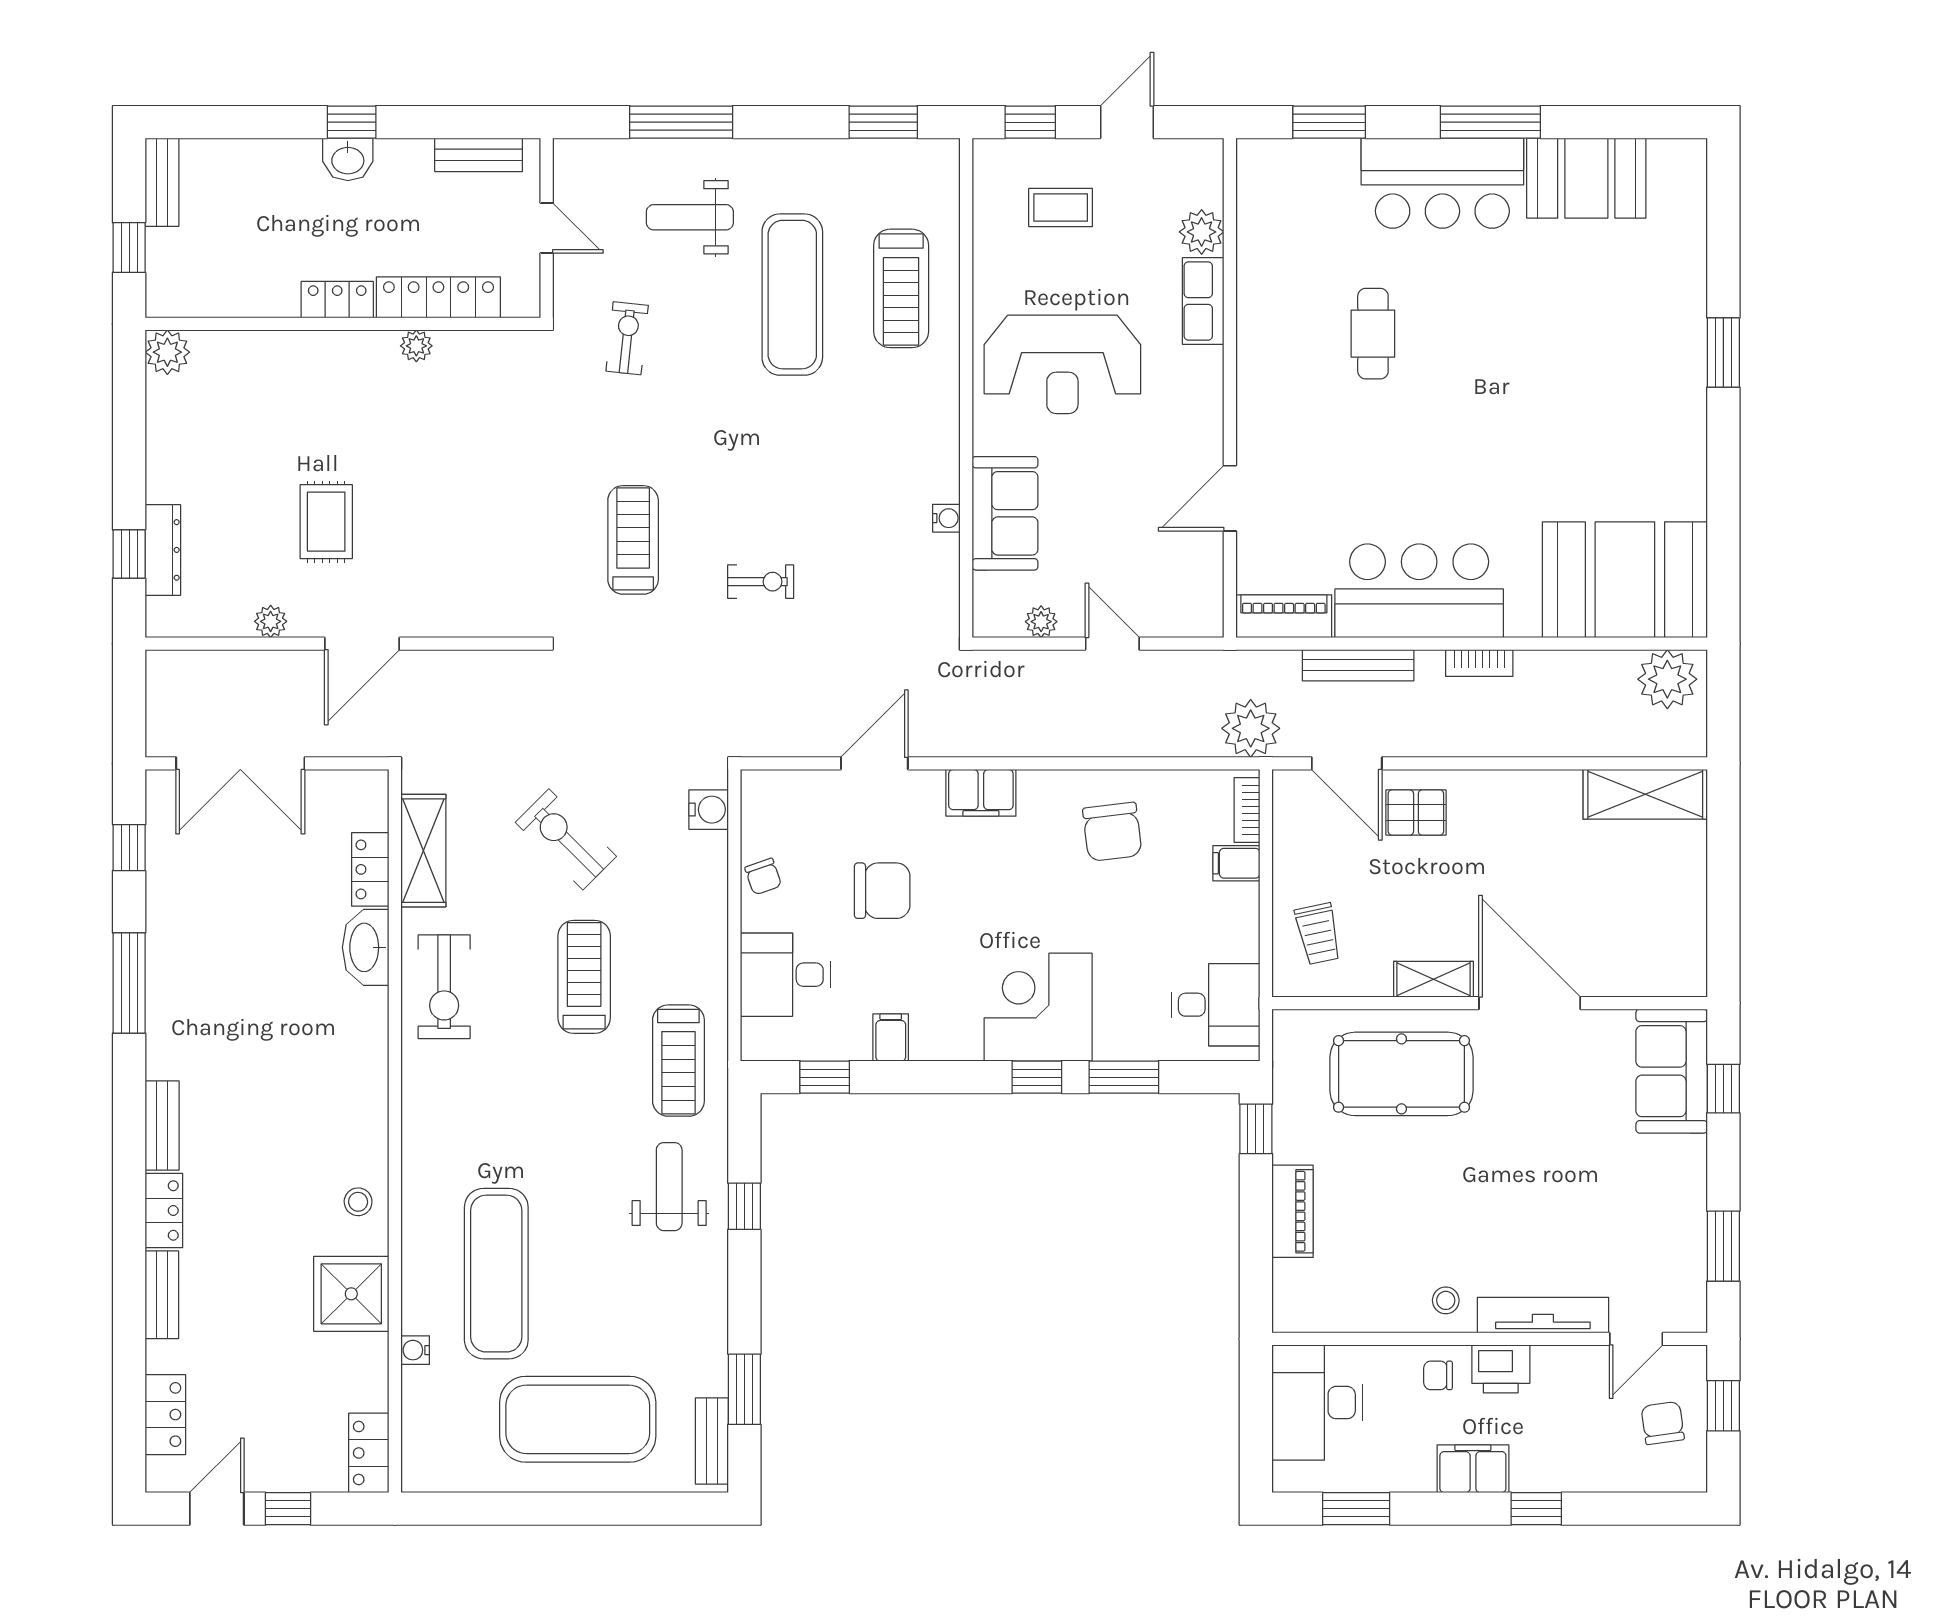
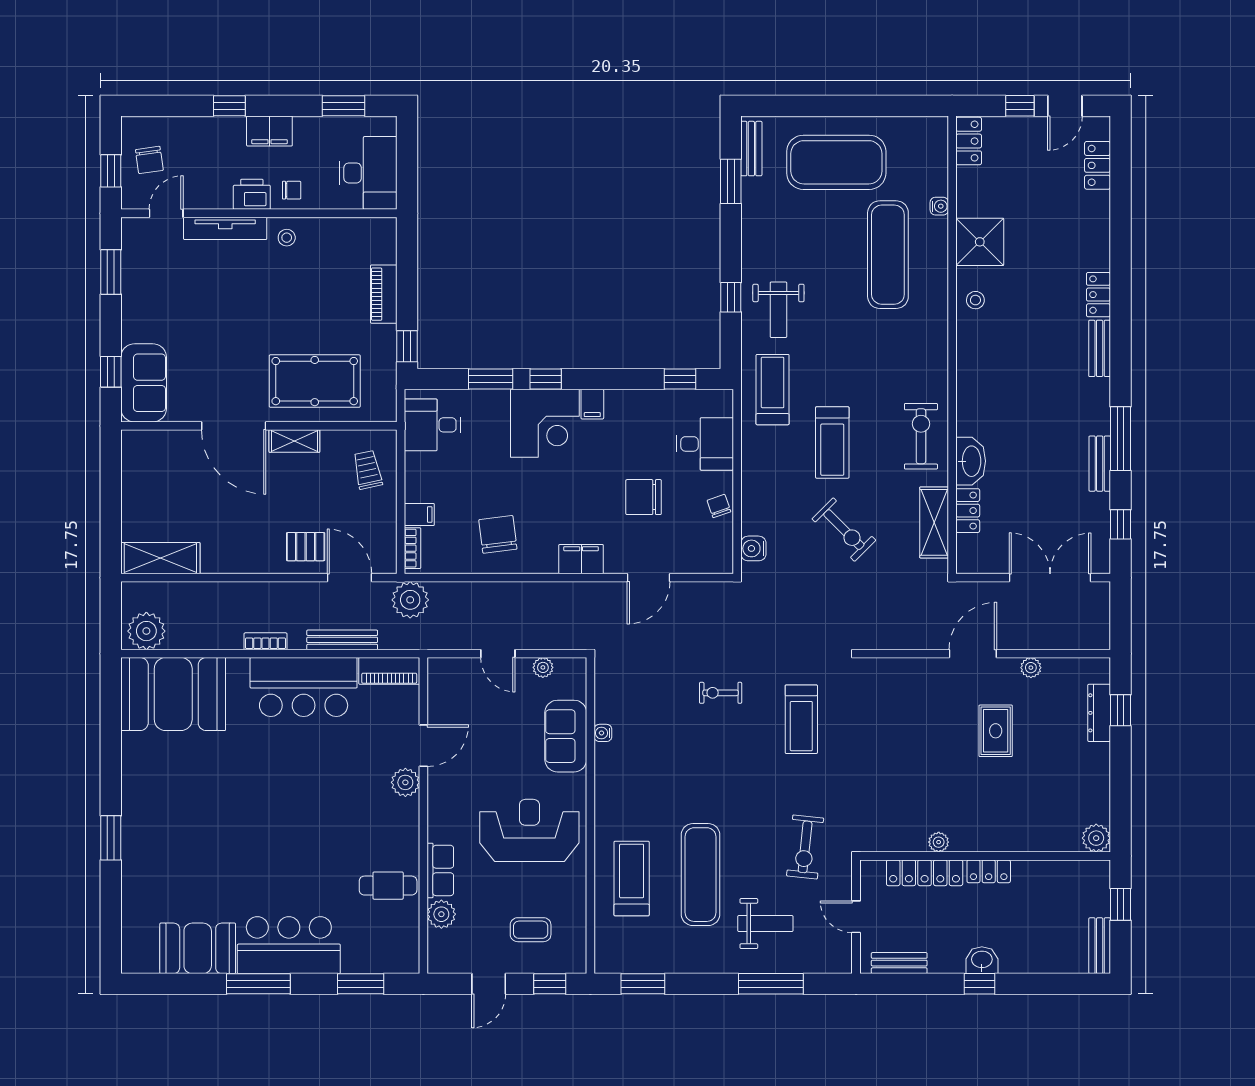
cafe table: (1373, 334) -> (388, 886), moved, turned 90
exercise bike: (627, 338) -> (805, 847), width x1.38, depth x1.39
plant: (1258, 440) -> (405, 782), added
filing cabinet: (891, 1038) -> (592, 404), moved
bench: (162, 1295) -> (1100, 464), moved

